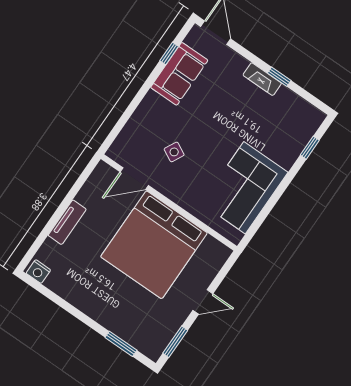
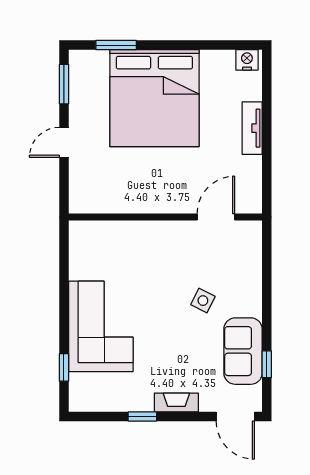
fireplace: (262, 79) -> (176, 402), moved
side table: (174, 152) -> (203, 301), moved
corner sofa: (245, 188) -> (101, 326), moved
bed: (154, 245) -> (154, 98), moved, turned 180

